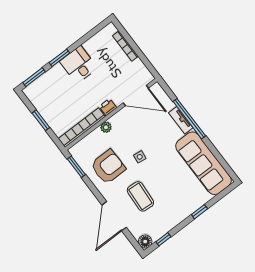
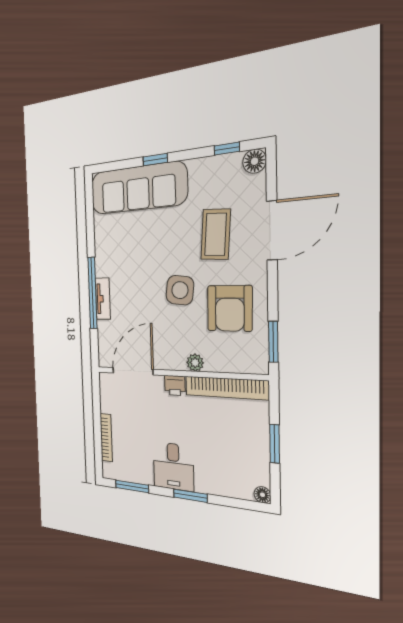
window: (34, 77) -> (132, 486), moved
floor lamp: (28, 91) -> (262, 495), added
door: (136, 95) -> (133, 371), hinge flipped
side table: (140, 157) -> (180, 290), width x1.87, depth x1.87
sofa: (204, 163) -> (138, 188), moved, turned 90
armchair: (108, 167) -> (230, 308), turned -89

